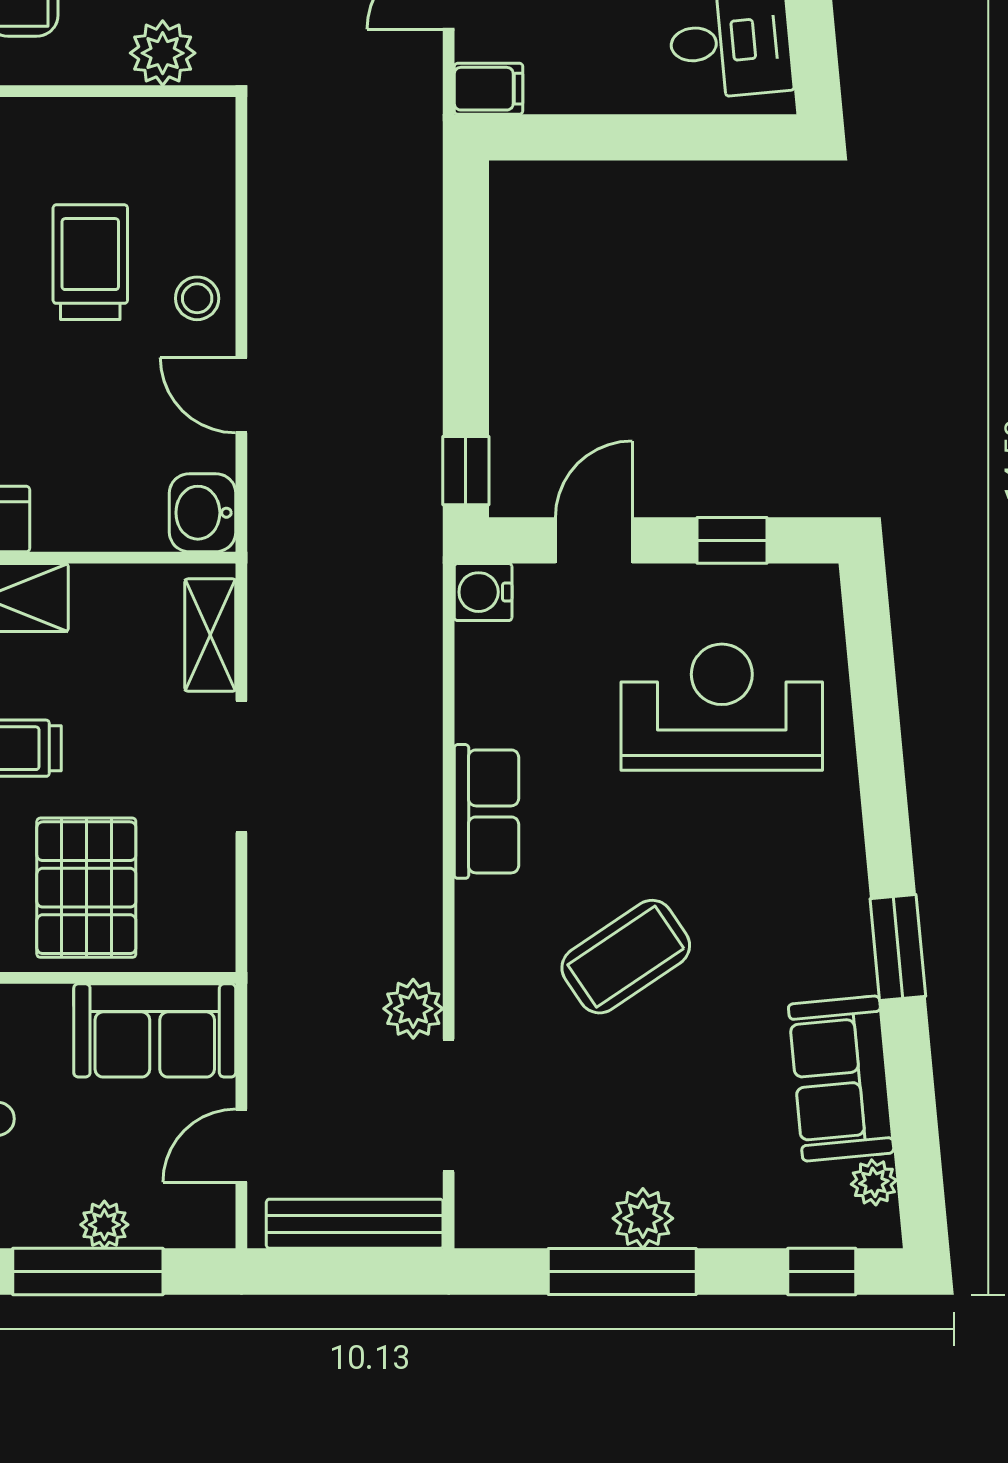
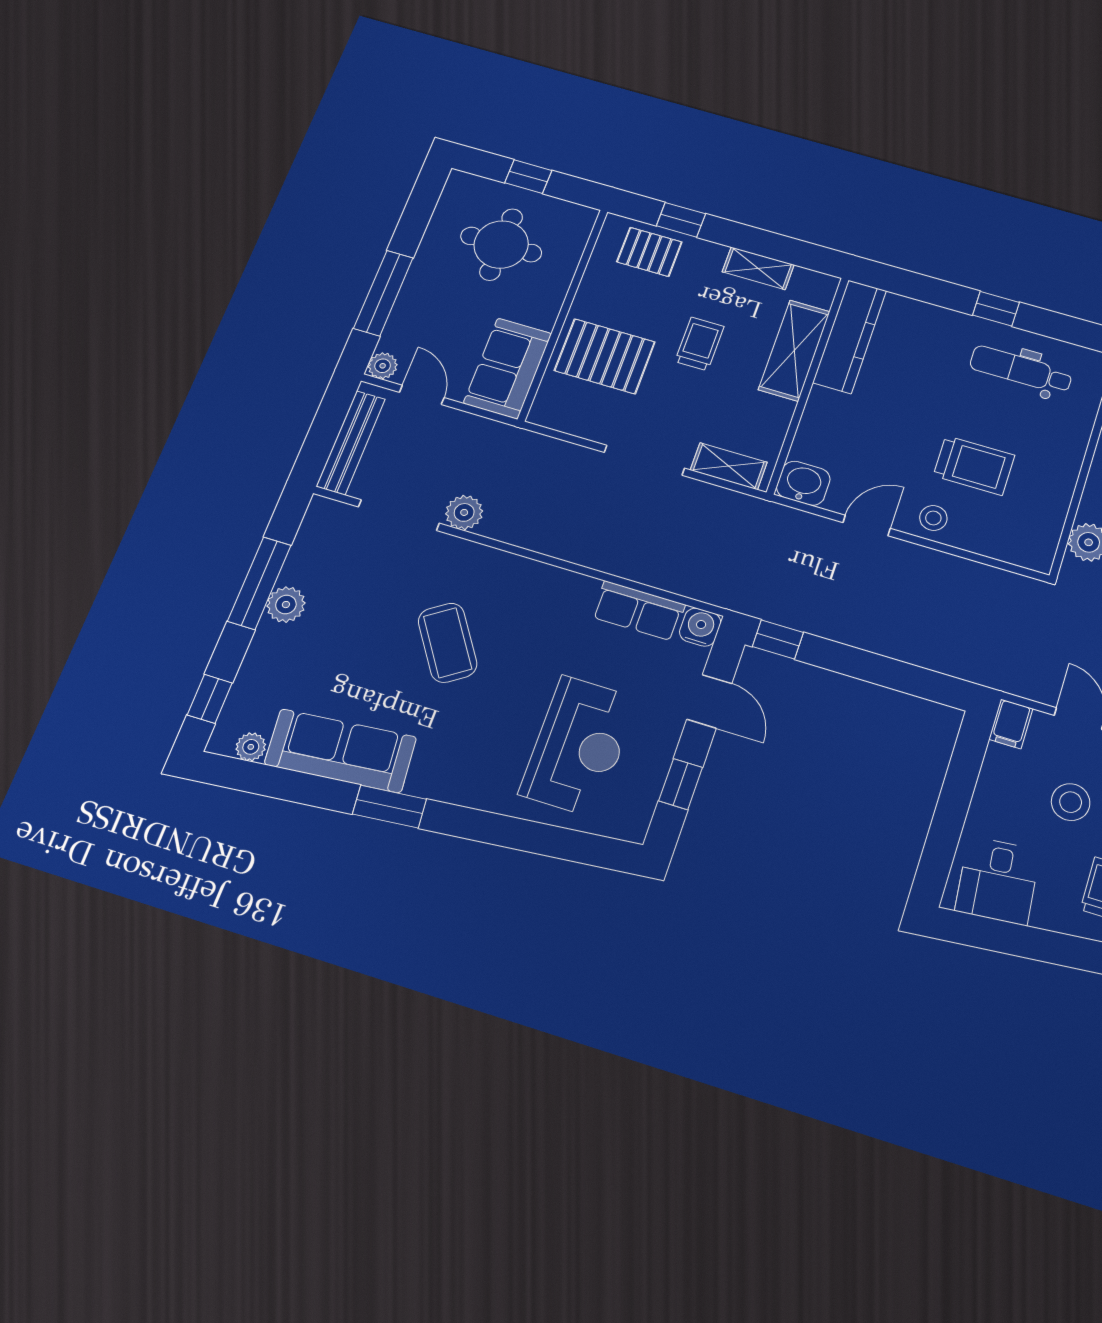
row of seats: (487, 811) -> (638, 611), moved
sofa: (841, 1079) -> (340, 751), width x1.36
plant: (104, 1225) -> (383, 366), moved

